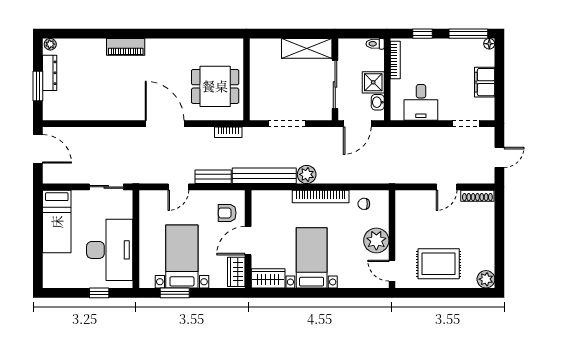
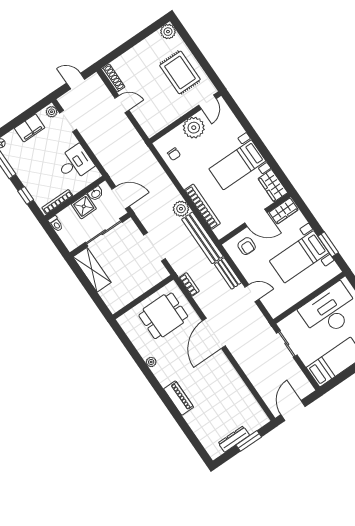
plant: (50, 44) -> (151, 362), moved
dining table: (215, 86) -> (163, 316), turned 90
plant: (486, 114) -> (52, 112), added
bookcase: (321, 196) -> (202, 207), moved

